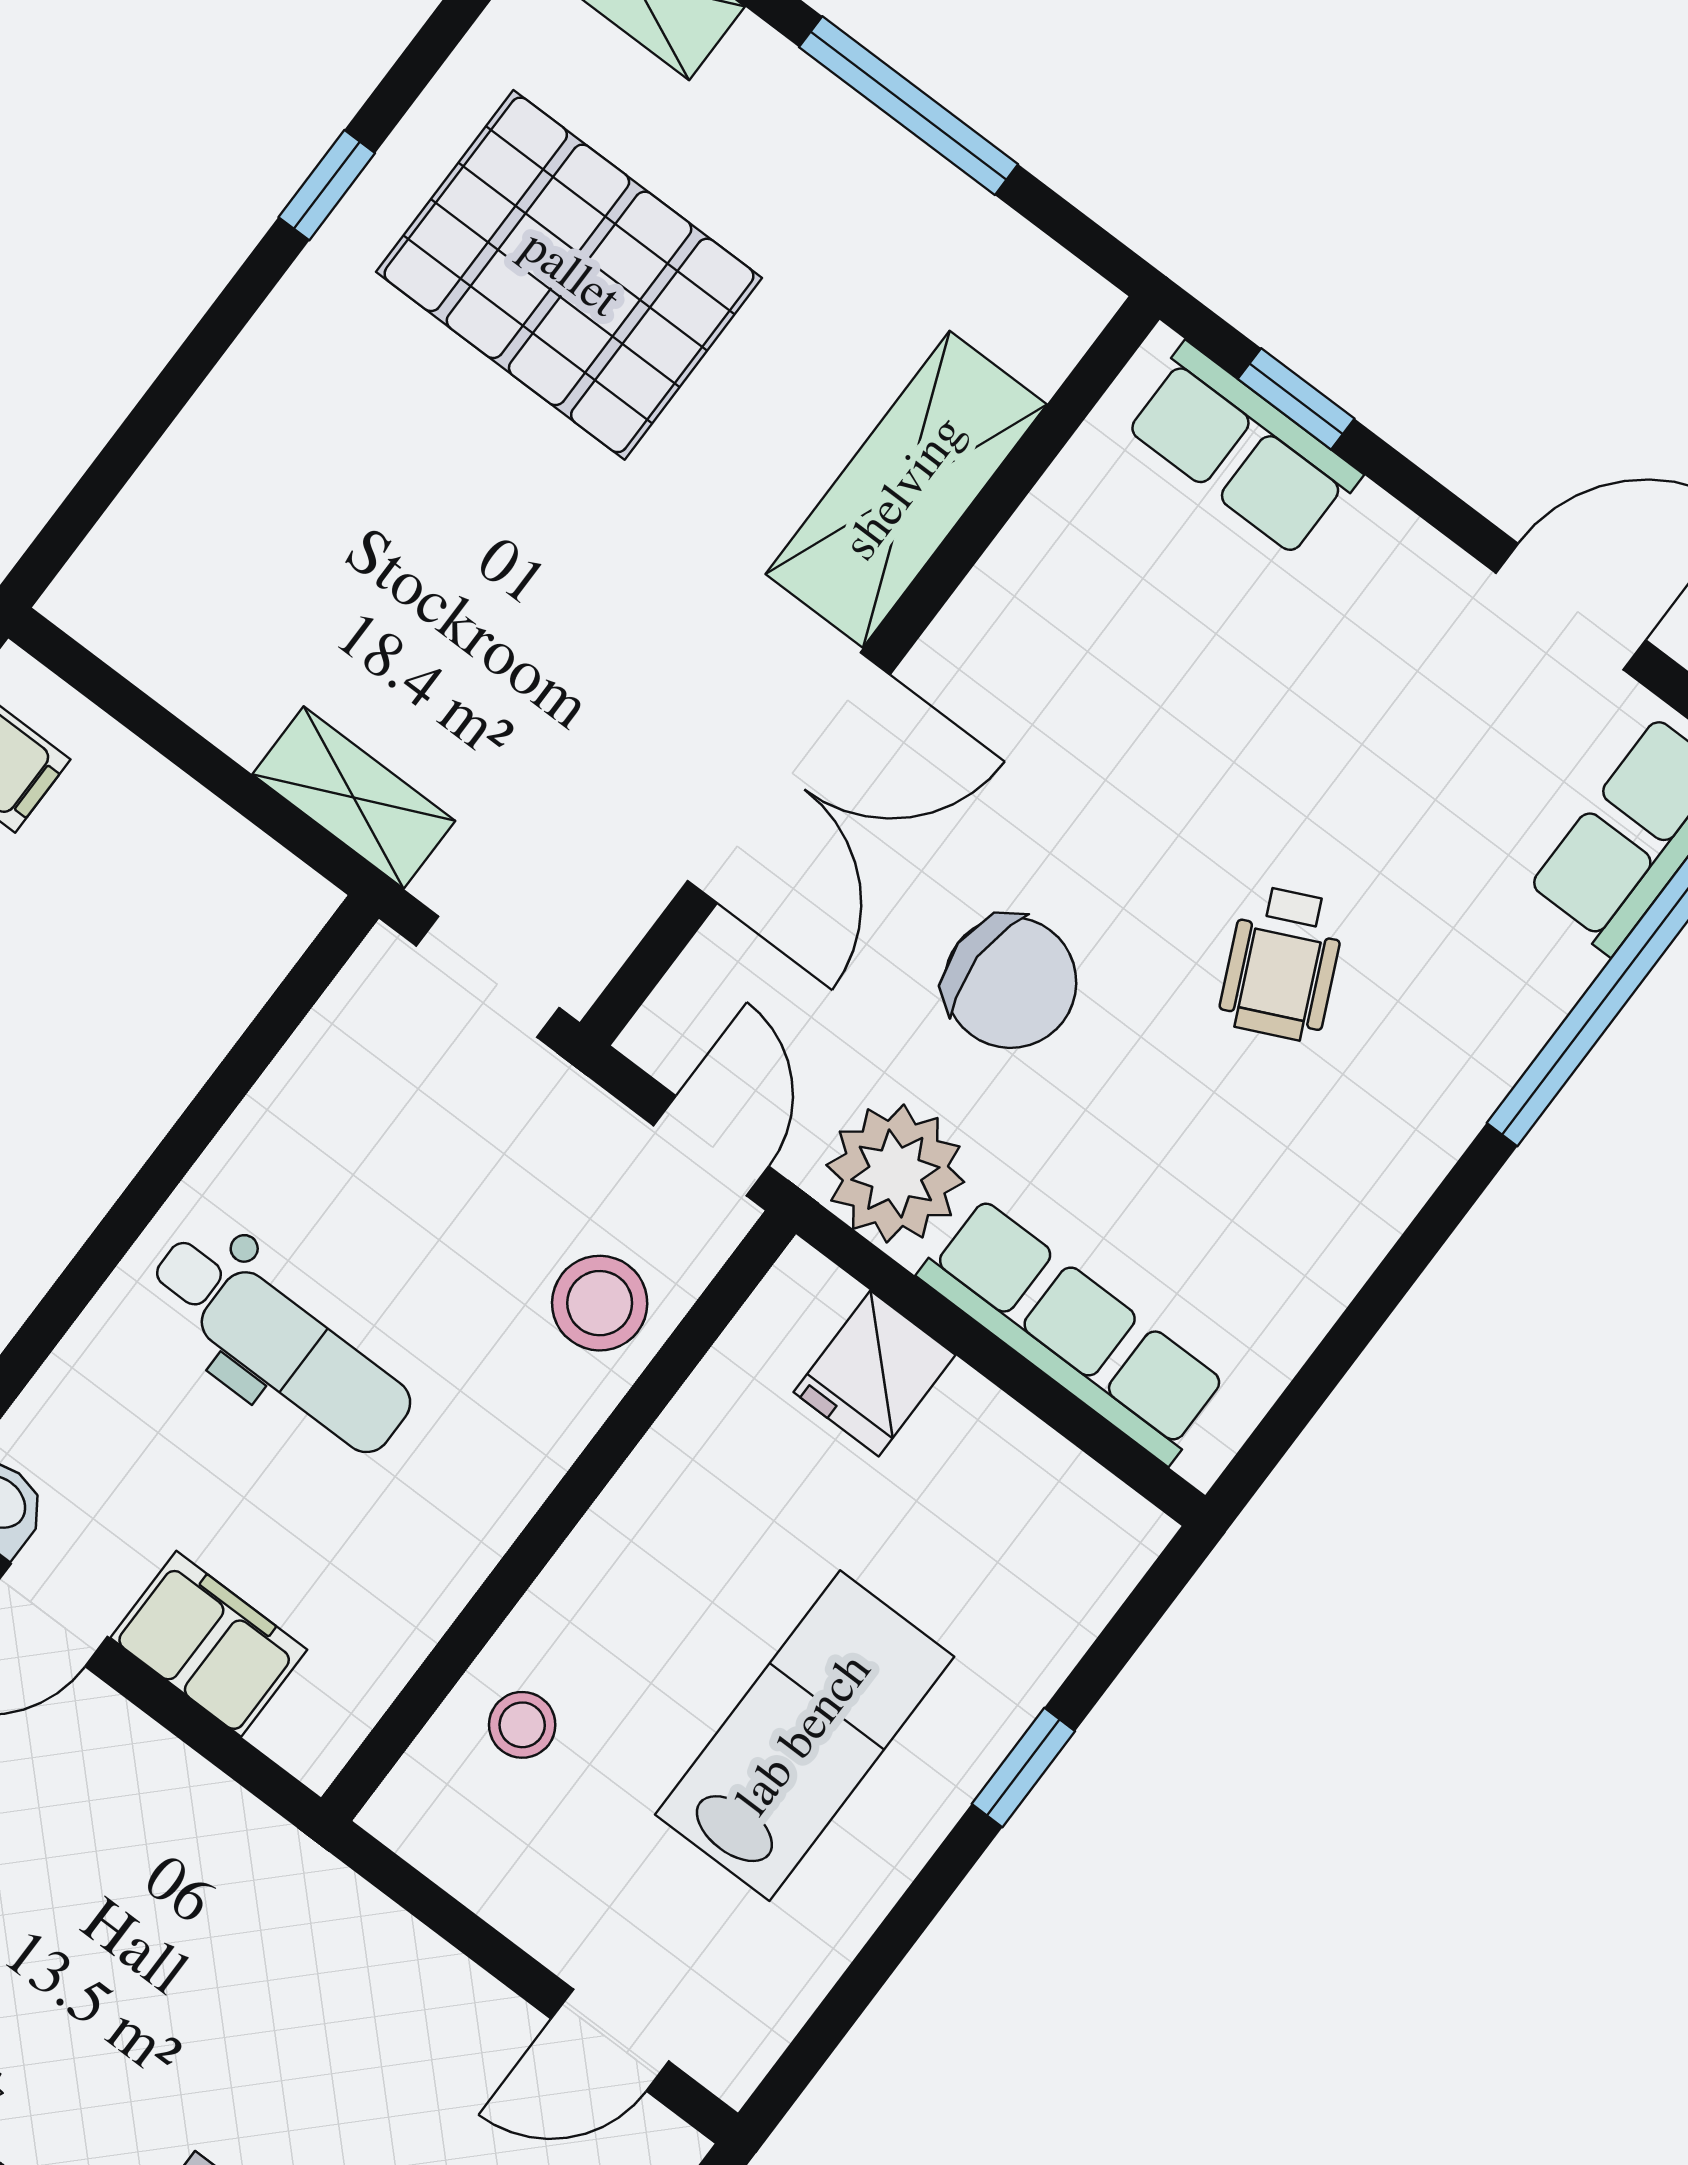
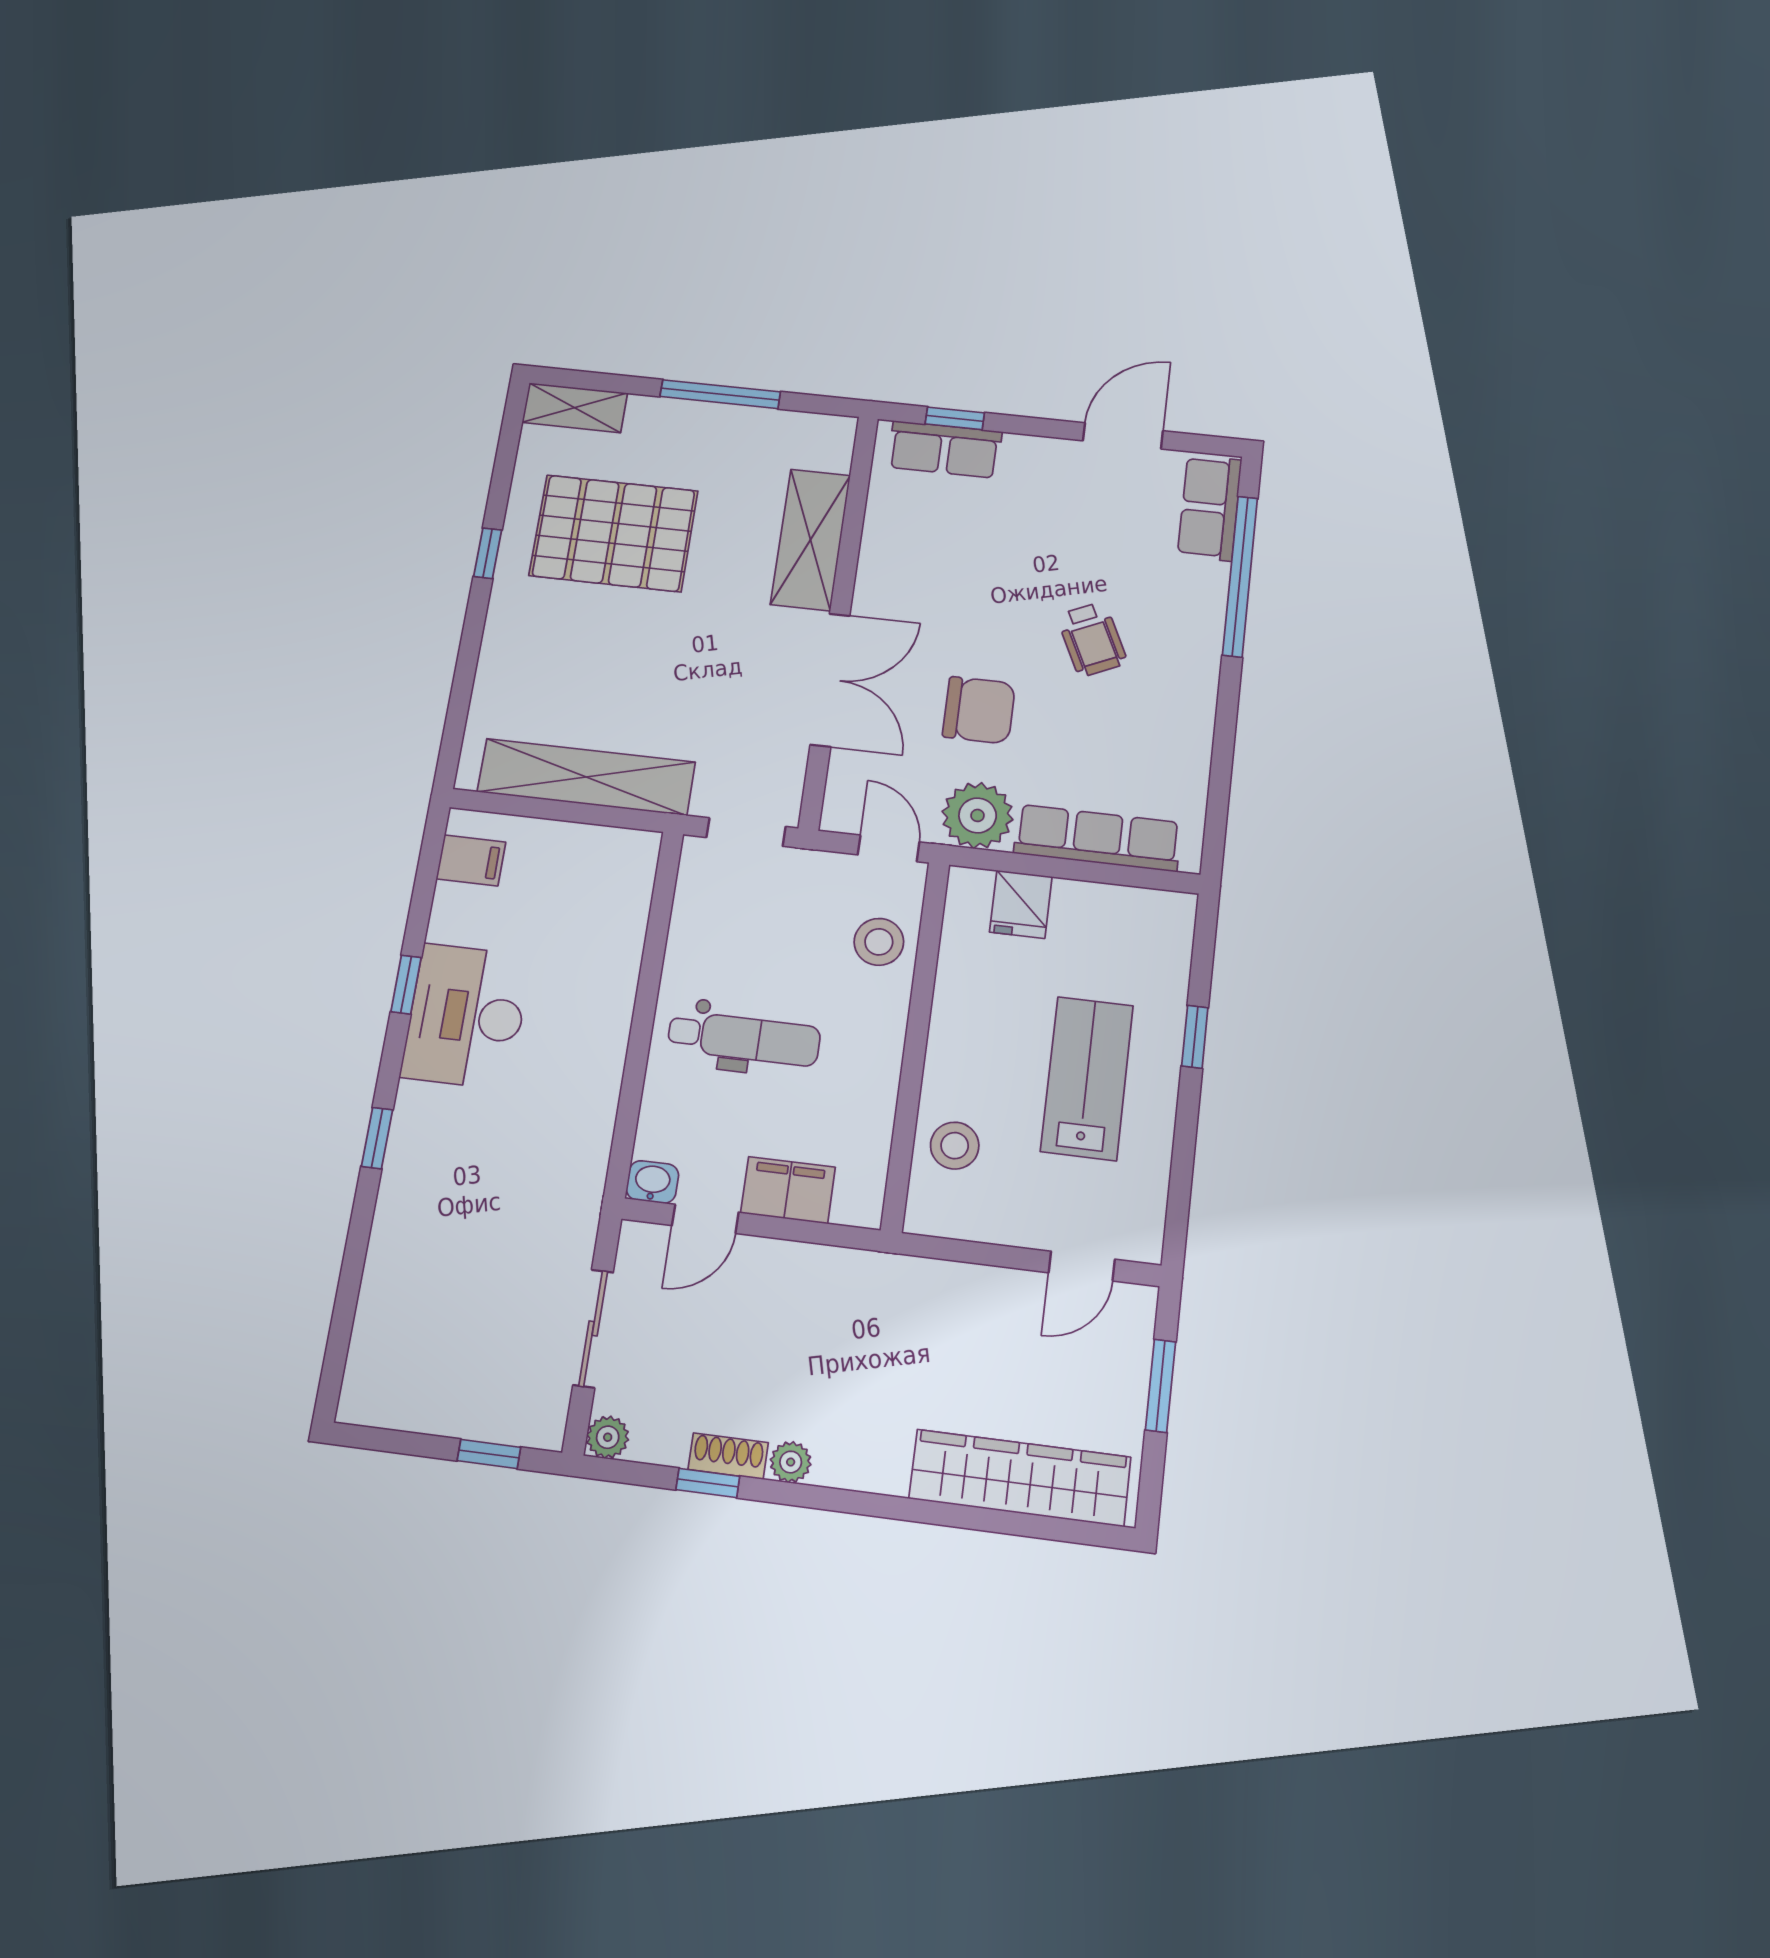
shelving: (354, 798) -> (586, 777), width x2.20, depth x1.33
stool: (522, 1725) -> (955, 1146), width x1.37, depth x1.37

